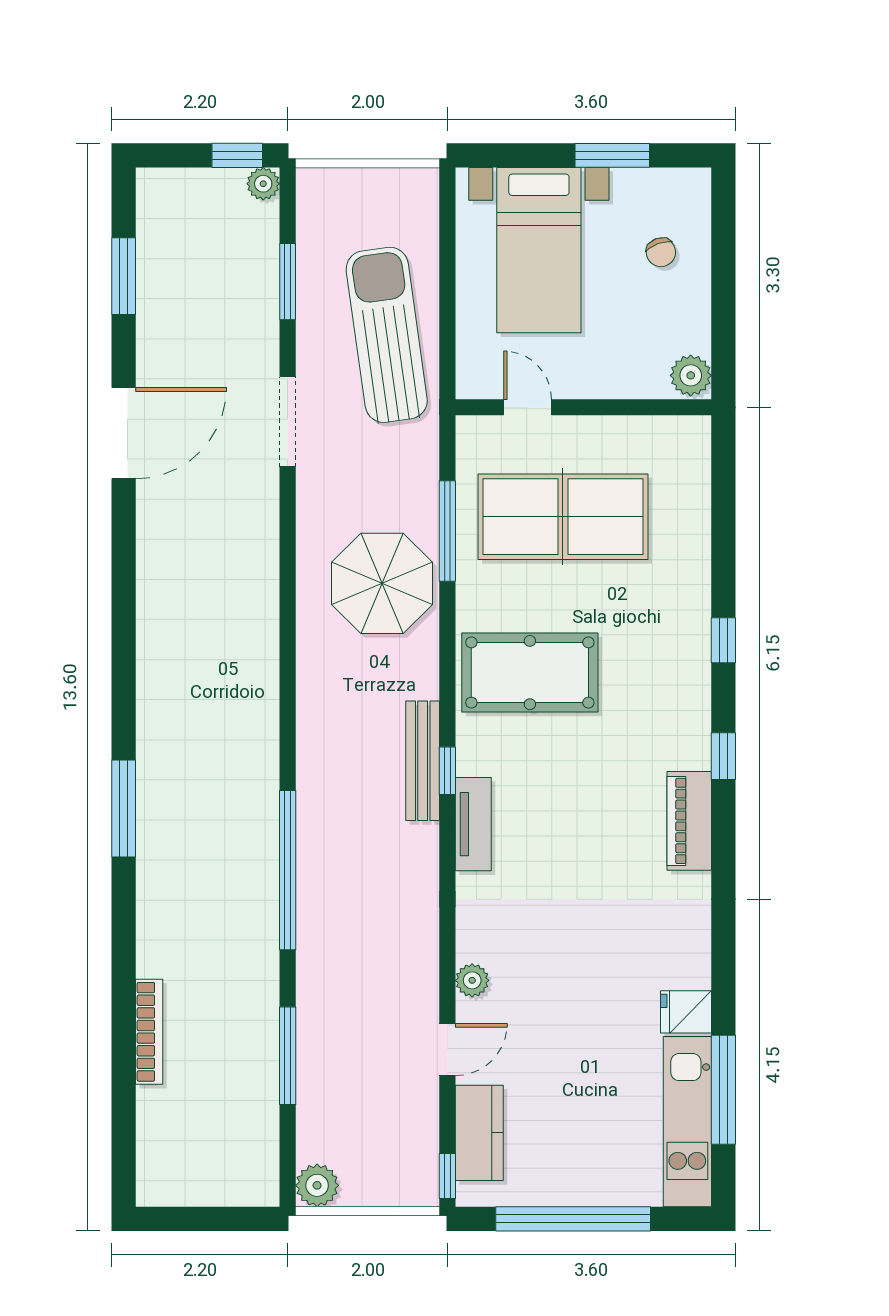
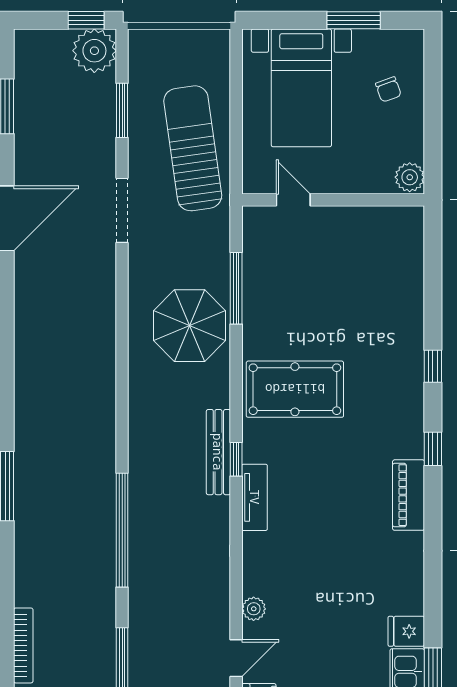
plant: (263, 184) -> (94, 51), width x1.88, depth x1.88
table tennis table: (563, 517) -> (318, 278), removed

